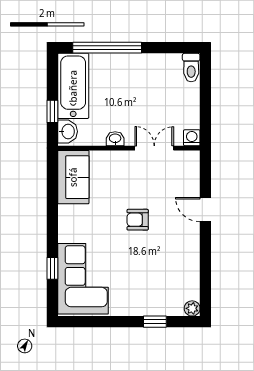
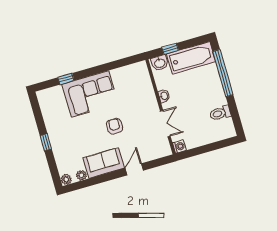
toilet: (191, 68) -> (220, 113), moved
sofa: (73, 177) -> (104, 163), moved, turned 180
corner sofa: (83, 279) -> (90, 94), moved
plant: (192, 285) -> (82, 175), added
window: (155, 322) -> (46, 142), moved

